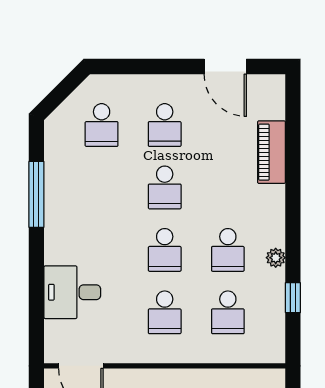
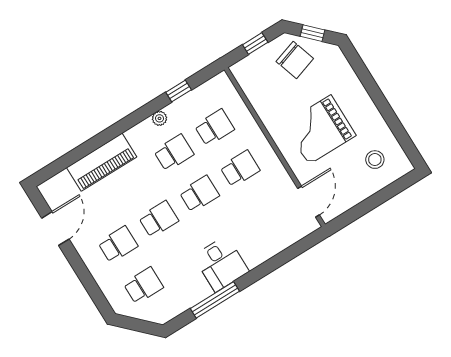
piano: (271, 152) -> (102, 162), width x1.37, depth x1.33
desk: (72, 292) -> (221, 264), moved

